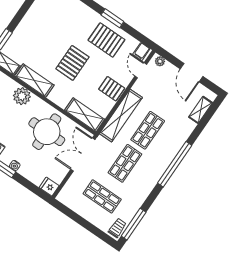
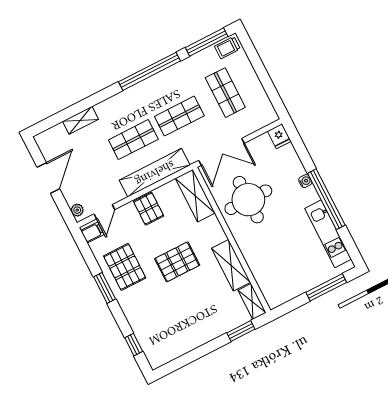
plant: (22, 96) -> (255, 255), removed
shelving: (201, 110) -> (81, 120), moved
window: (175, 164) -> (149, 71), moved

